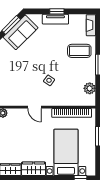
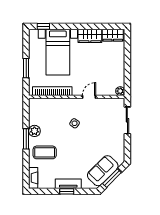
plant: (90, 88) -> (34, 131), moved
door: (34, 107) -> (89, 97), hinge flipped

